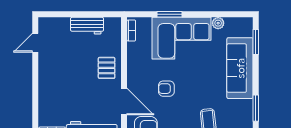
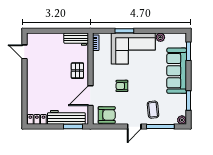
workbench: (87, 26) -> (76, 39), moved
door: (35, 43) -> (24, 52), hinge flipped
door: (124, 102) -> (90, 96), swing flipped

